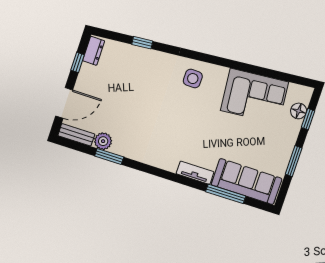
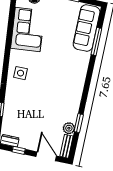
tv unit: (195, 173) -> (84, 64), removed

